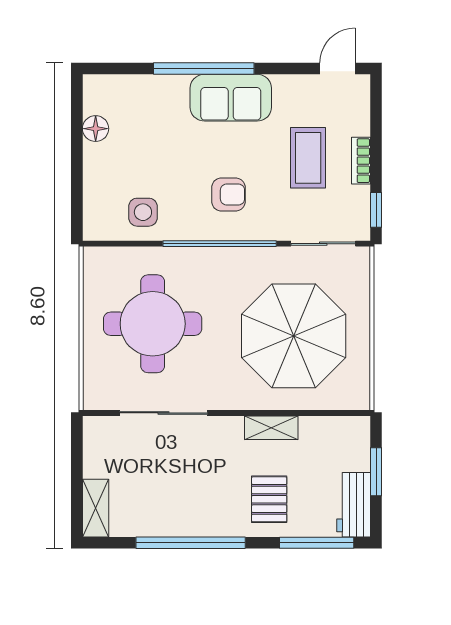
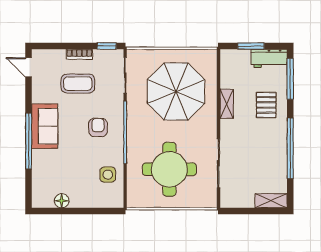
pallet: (269, 499) -> (266, 105), turned 90

